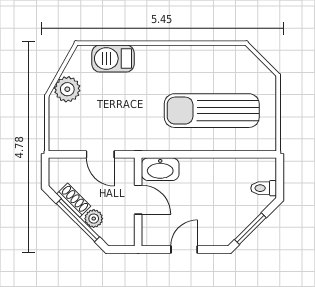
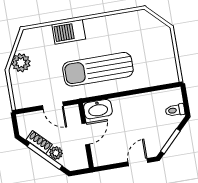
barbecue: (113, 59) -> (69, 32), moved
sun lounger: (212, 111) -> (98, 69), moved
door: (138, 200) -> (86, 134), hinge flipped
door: (184, 250) -> (138, 162), moved

